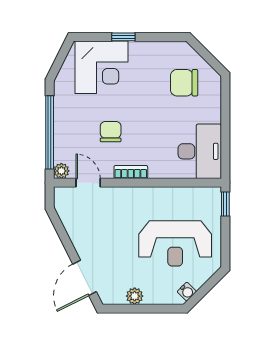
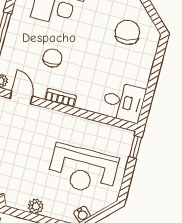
chair: (184, 83) -> (127, 32), turned 81
desk: (200, 151) -> (124, 102), width x0.73

